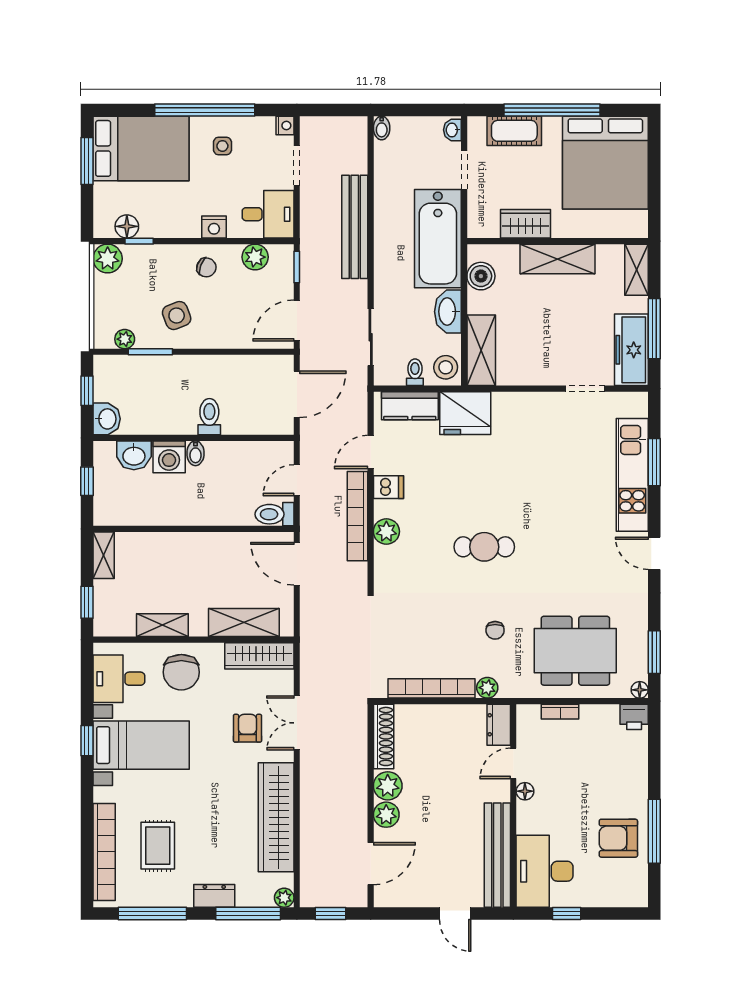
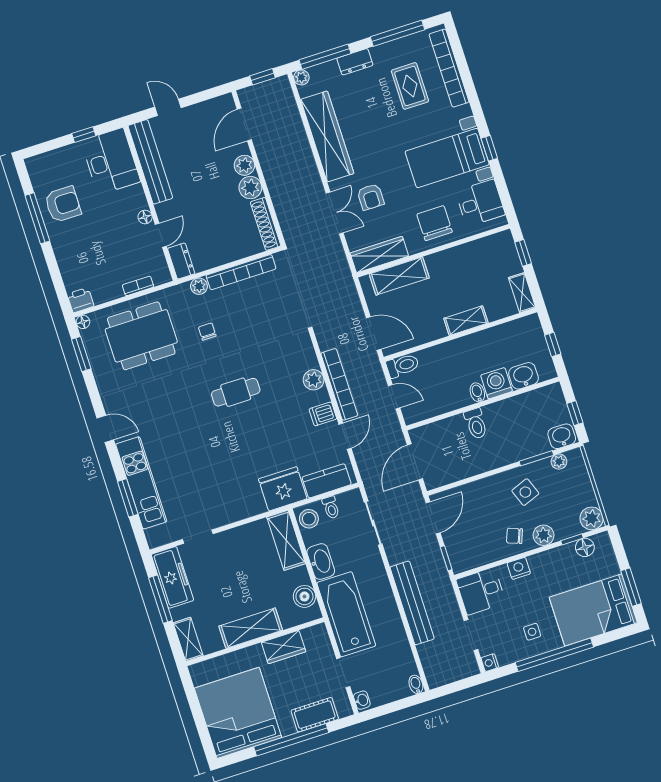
plant: (255, 257) -> (543, 535), moved
washbasin: (107, 419) -> (562, 436), moved, turned 90
door: (297, 480) -> (394, 397), hinge flipped
shelving: (162, 625) -> (466, 321), moved

